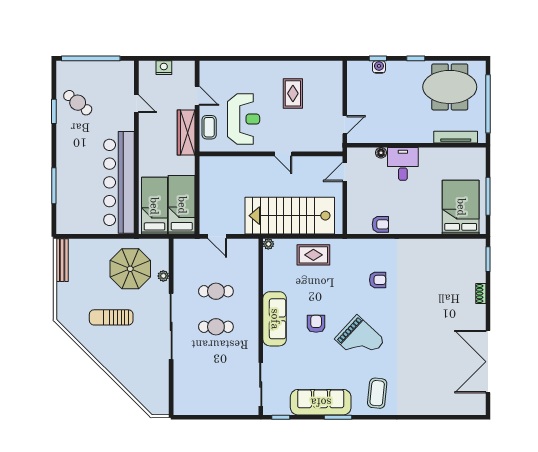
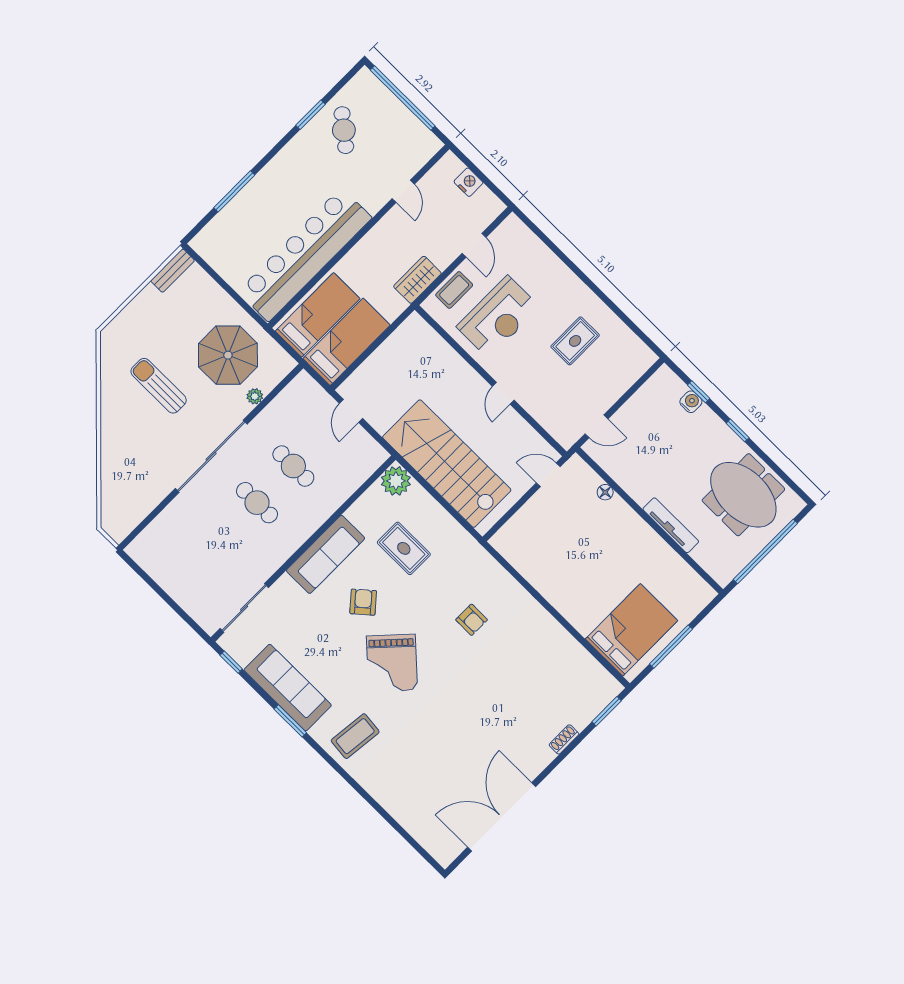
wardrobe: (186, 133) -> (417, 280), width x0.67
tv unit: (456, 137) -> (671, 525), moved
desk: (403, 164) -> (616, 526), removed
armchair: (380, 224) -> (531, 565), removed
plant: (268, 244) -> (396, 481), width x1.88, depth x1.88
rug: (313, 255) -> (404, 548), moved
bench: (62, 260) -> (173, 271), width x0.73
armchair: (316, 324) -> (363, 602), turned -41

